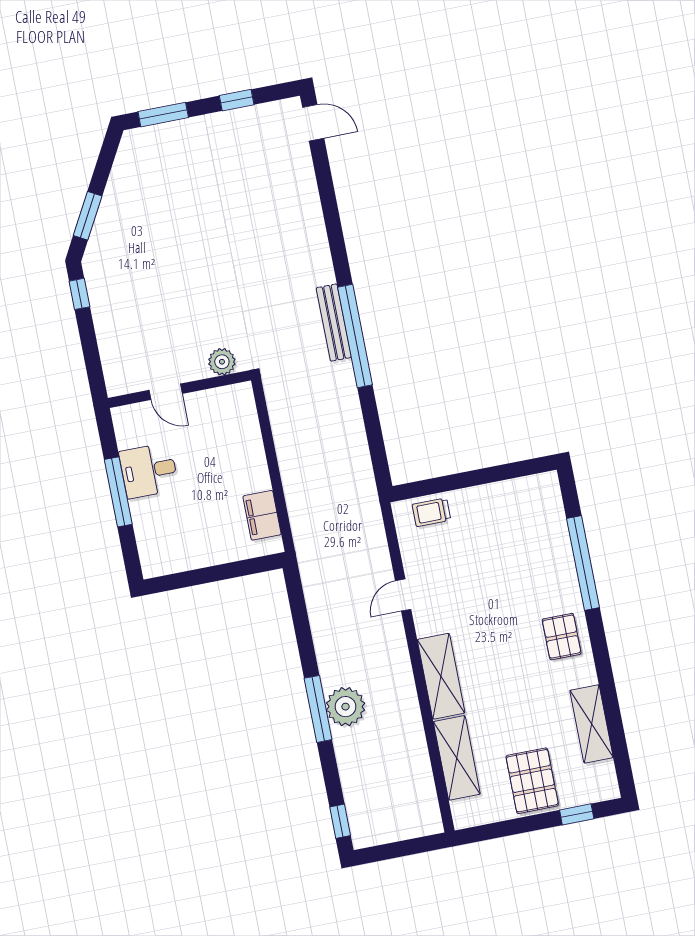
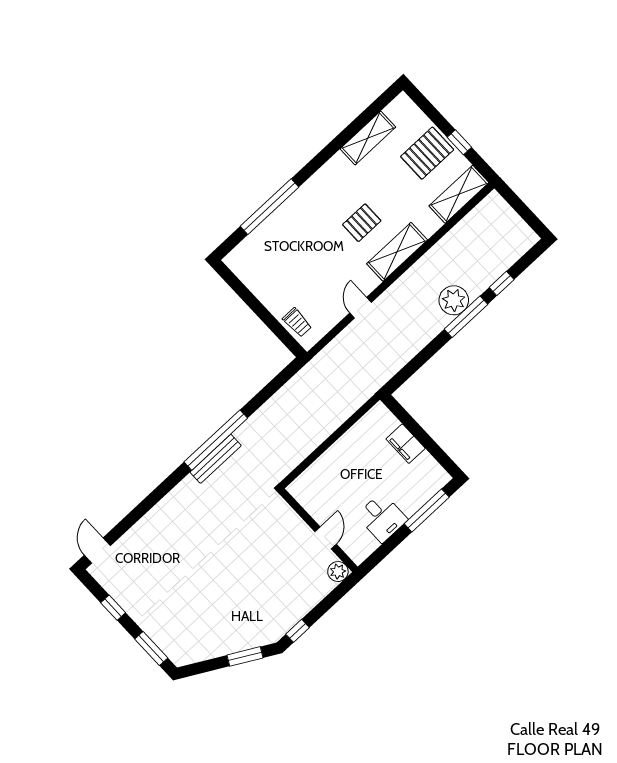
plant: (222, 362) -> (338, 572), moved
window: (118, 492) -> (427, 510), moved
filing cabinet: (262, 515) -> (406, 444), moved, turned 90
door: (403, 595) -> (361, 308), swing flipped
pallet: (562, 637) -> (362, 223), moved
shelving: (457, 758) -> (459, 194), moved
window: (577, 814) -> (459, 142), moved
window: (340, 821) -> (502, 283), moved

